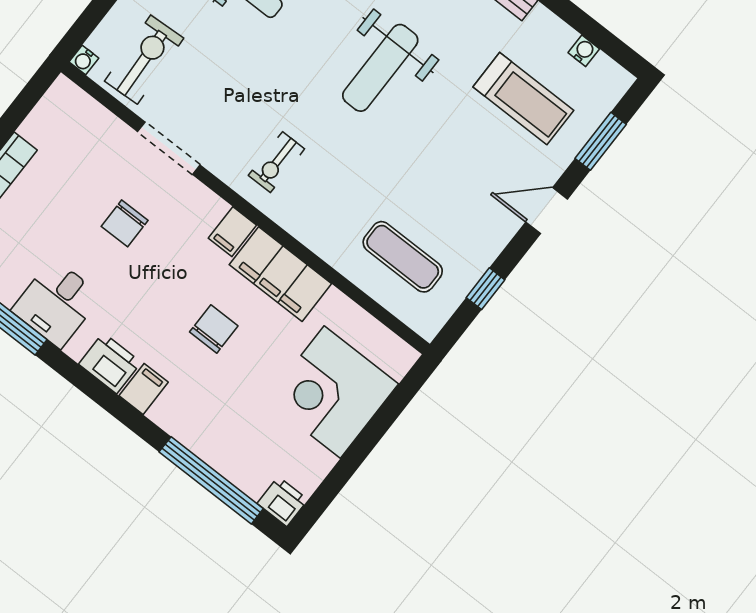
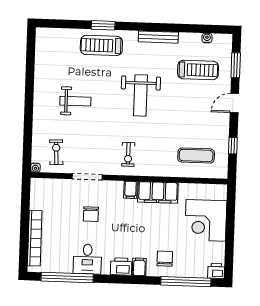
exercise bike: (144, 60) -> (56, 152), width x0.73, depth x0.72
chair: (214, 329) -> (165, 259), moved

